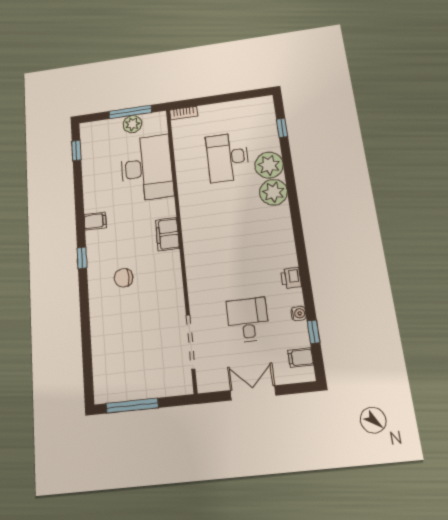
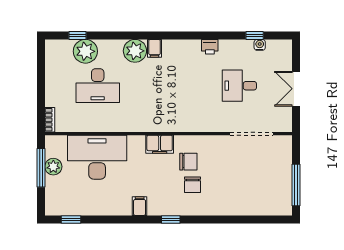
plant: (269, 165) -> (85, 51), moved
chair: (150, 270) -> (188, 162), added
water cooler: (299, 313) -> (260, 45), moved
filing cabinet: (301, 358) -> (155, 48), moved

